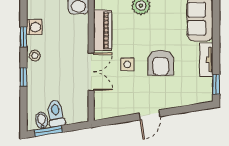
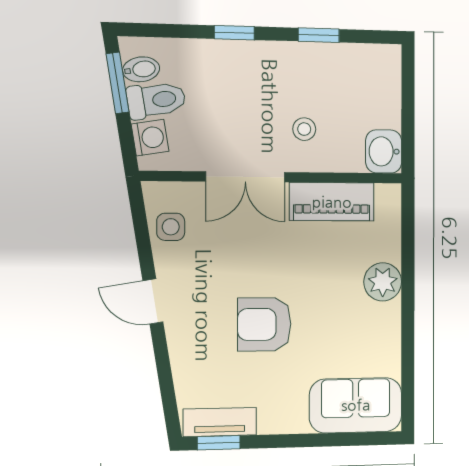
washing machine: (34, 27) -> (150, 138), moved, turned -99
stool: (35, 55) -> (304, 129), moved
tv unit: (206, 60) -> (220, 422), moved
side table: (127, 64) -> (171, 227), moved

